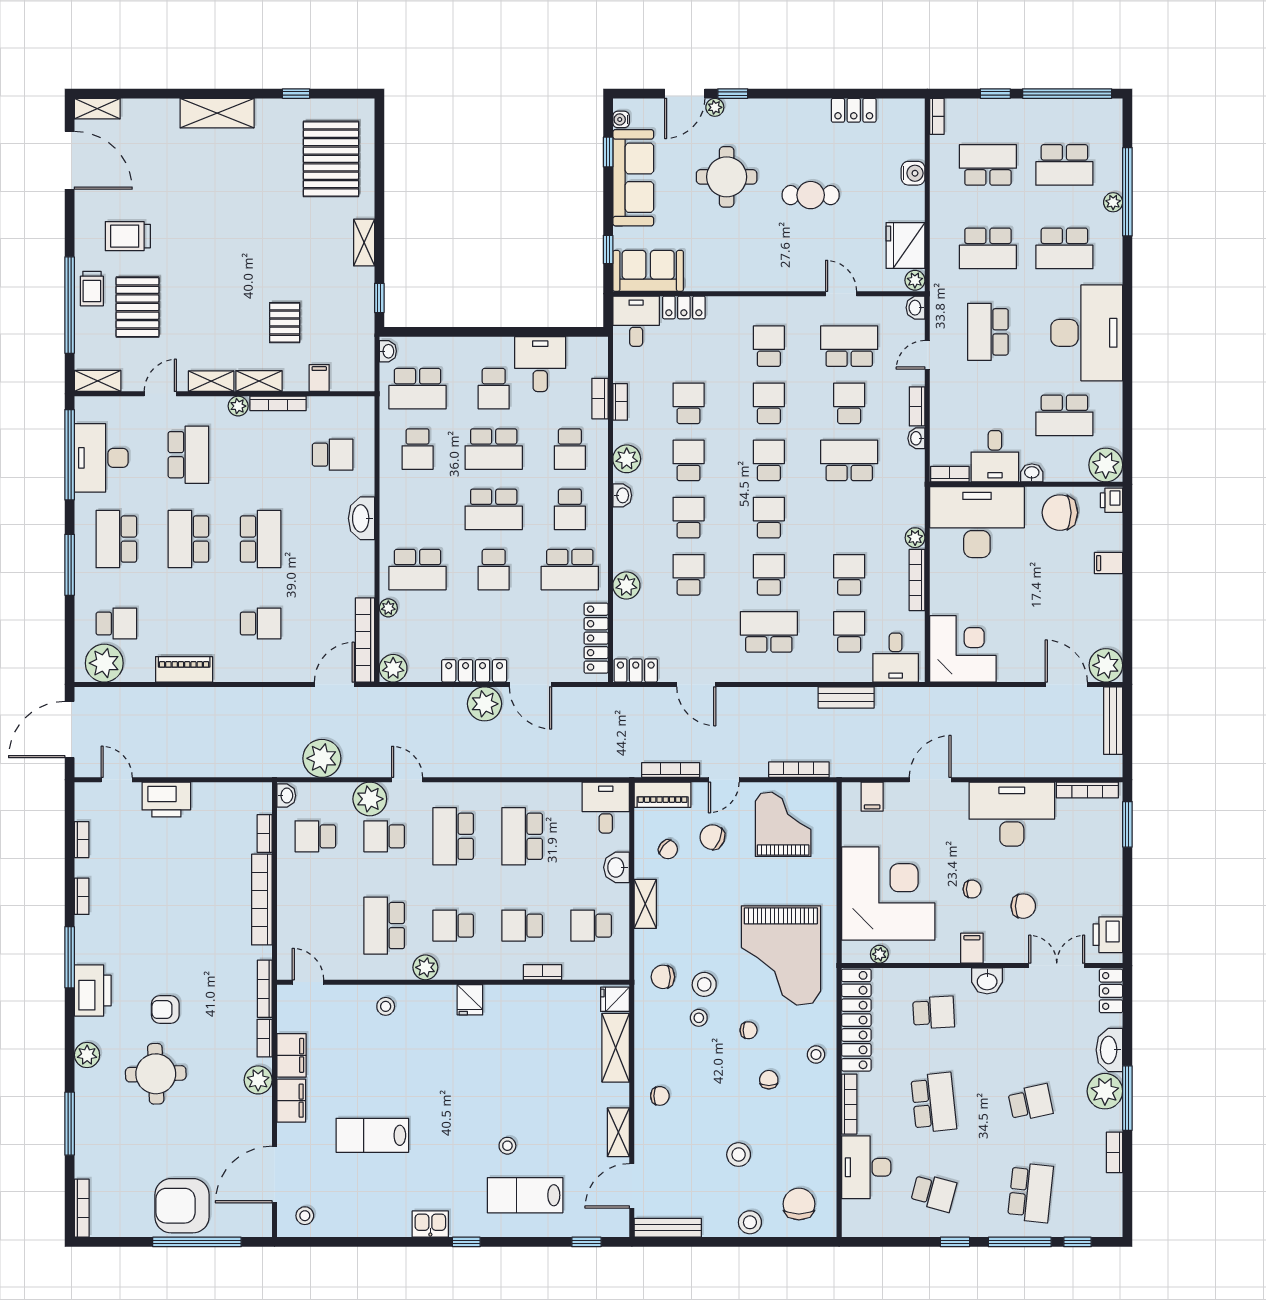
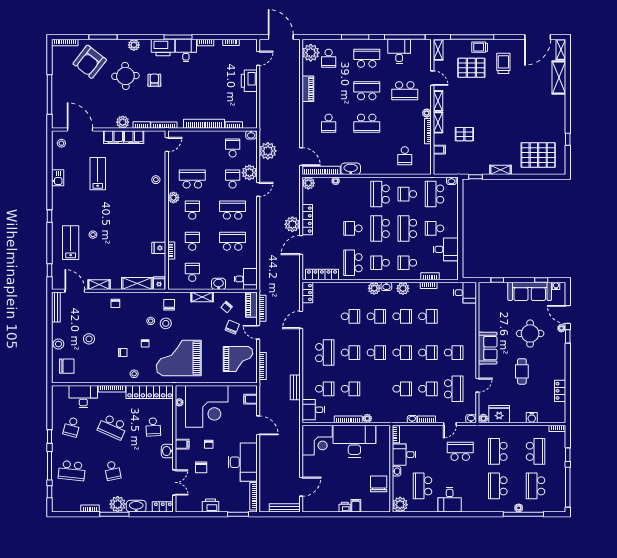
shelving: (217, 113) -> (559, 77), moved
sofa: (648, 271) -> (488, 348), moved
locker: (684, 307) -> (471, 314), removed
desk: (1087, 333) -> (450, 500), width x0.53, depth x0.77
door: (927, 355) -> (450, 424), swing flipped
desk: (101, 458) -> (399, 51), width x0.73
school desk: (849, 460) -> (402, 389), width x0.54
printer: (1112, 500) -> (345, 507), moved
washbasin: (361, 518) -> (351, 169), moved
desk: (977, 522) -> (354, 441), moved, turned -90
school desk: (418, 570) -> (380, 194), moved
plant: (626, 585) -> (374, 288), moved
plant: (1106, 665) -> (310, 505), removed
printer: (1108, 935) -> (210, 505), moved
desk: (100, 940) -> (186, 51), added
fridge: (470, 1000) -> (159, 248), moved
school desk: (934, 1103) -> (112, 427), turned 30
armchair: (182, 1206) -> (90, 62), moved, turned -142
kitchen sink: (430, 1224) -> (58, 178), moved

